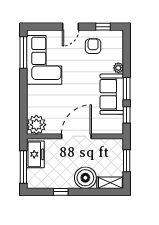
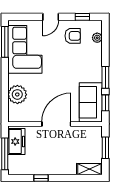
armchair: (93, 46) -> (73, 36), turned 90
plant: (118, 68) -> (97, 38), moved
sofa: (112, 94) -> (91, 102), moved
plant: (36, 125) -> (17, 94), moved
boiler: (85, 178) -> (65, 164), removed

